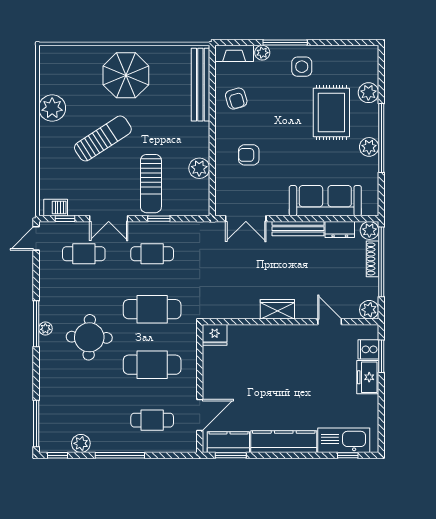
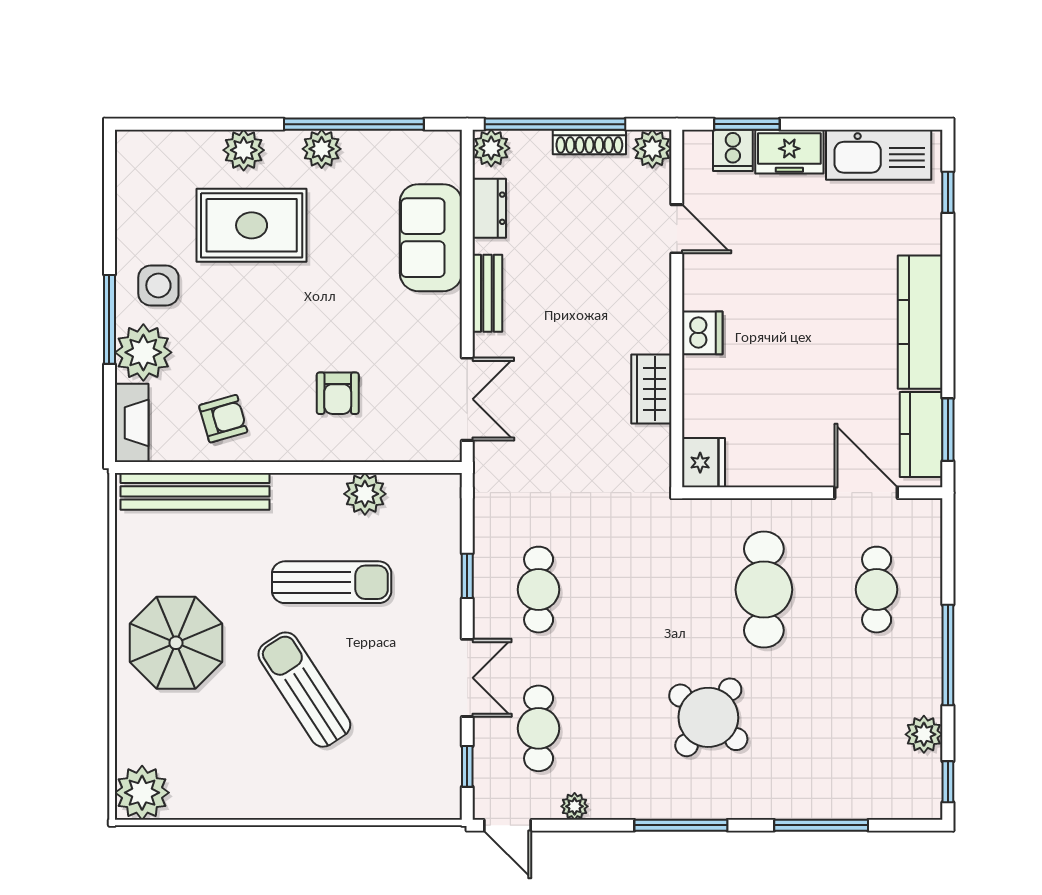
plant: (262, 53) -> (143, 352), width x1.88, depth x1.88
plant: (368, 93) -> (244, 150), moved
plant: (52, 108) -> (142, 793), moved
window: (381, 138) -> (354, 124), moved
sun lounger: (151, 184) -> (332, 582), moved
sofa: (325, 201) -> (431, 238), width x0.73
barbecue: (56, 208) -> (445, 786), removed
bench: (298, 229) -> (487, 293), width x0.73
shoe rack: (372, 259) -> (589, 142), moved
cafe table: (152, 309) -> (651, 590), removed
wardrobe: (277, 309) -> (651, 389), moved
door: (330, 322) -> (677, 229), swing flipped
plant: (45, 328) -> (575, 806), moved
dishwasher: (278, 334) -> (702, 333), added
round table: (89, 337) -> (708, 717), turned 36
window: (36, 423) -> (821, 825), moved
kitchen sink: (344, 440) -> (879, 155), moved, turned -90

